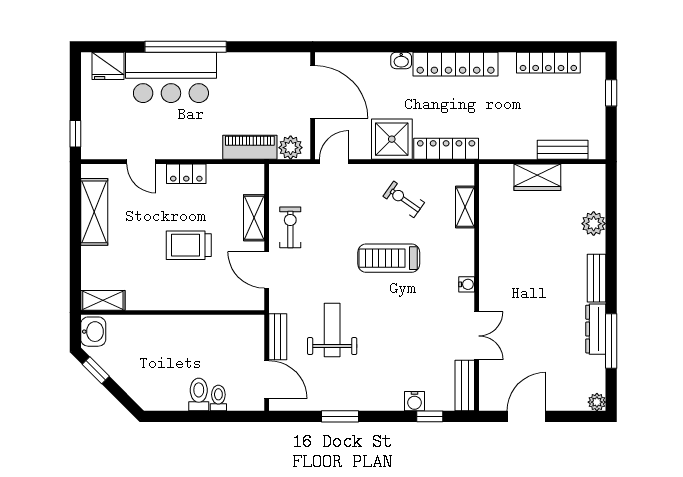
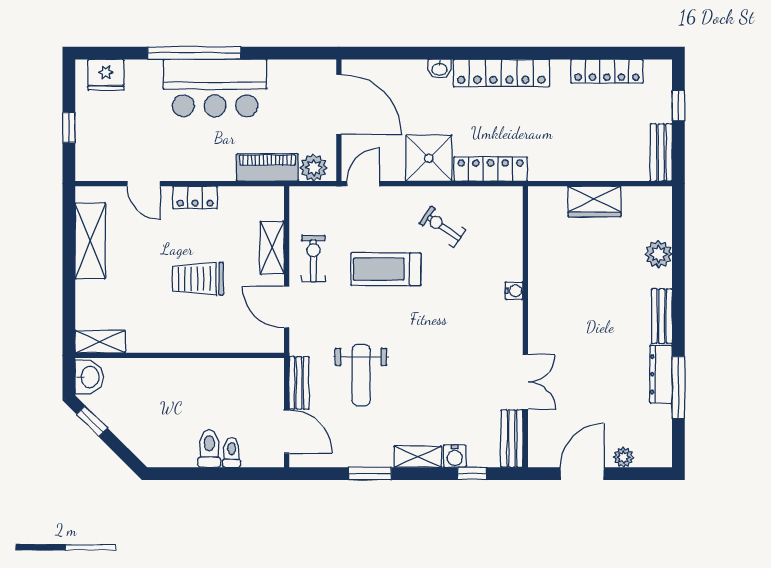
bar counter: (171, 77) -> (215, 88), moved
window: (75, 134) -> (69, 128), moved
bench: (563, 150) -> (661, 152), moved, turned 90
shelving: (465, 207) -> (418, 457), moved, turned 90
treadmill: (389, 258) -> (386, 269), moved
water cooler: (467, 284) -> (514, 291), moved
weight bench: (332, 330) -> (361, 375), turned 180
plant: (597, 402) -> (623, 457), moved

